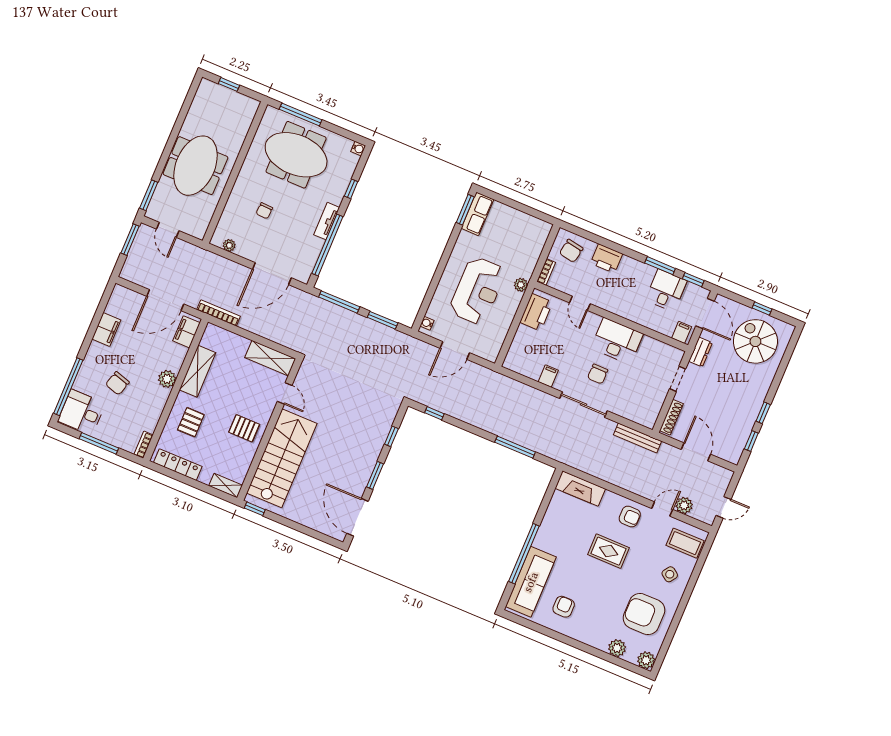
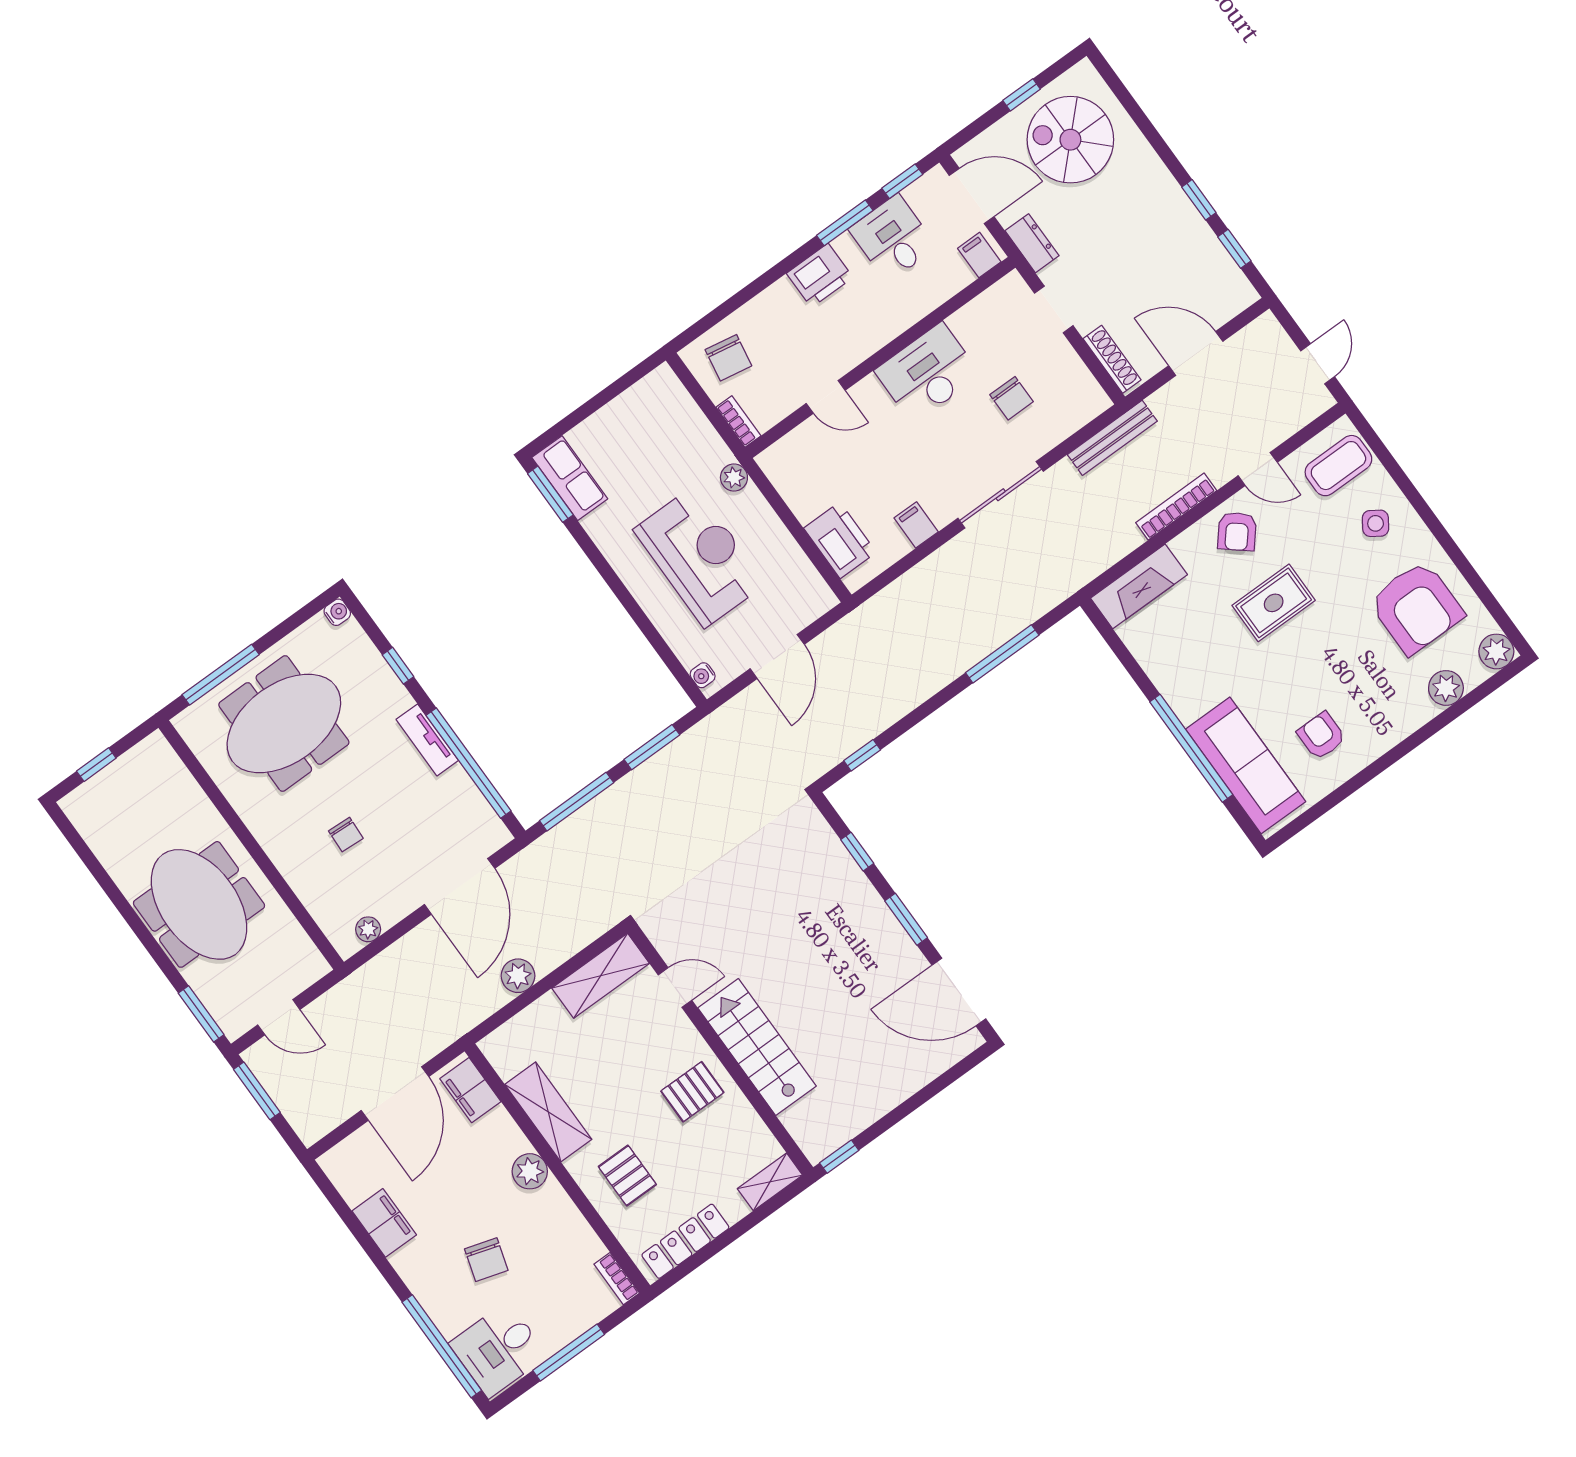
printer: (607, 259) -> (820, 275), moved
printer: (536, 312) -> (840, 540), moved
bookcase: (219, 313) -> (1176, 507), moved
chair: (598, 374) -> (1012, 398), moved
stairs: (282, 458) -> (757, 1047), width x0.73, depth x0.66
plant: (684, 505) -> (518, 976), moved
door: (662, 509) -> (1258, 469), swing flipped
armchair: (630, 517) -> (1237, 532), turned 130
armchair: (644, 614) -> (1416, 608), turned -90

